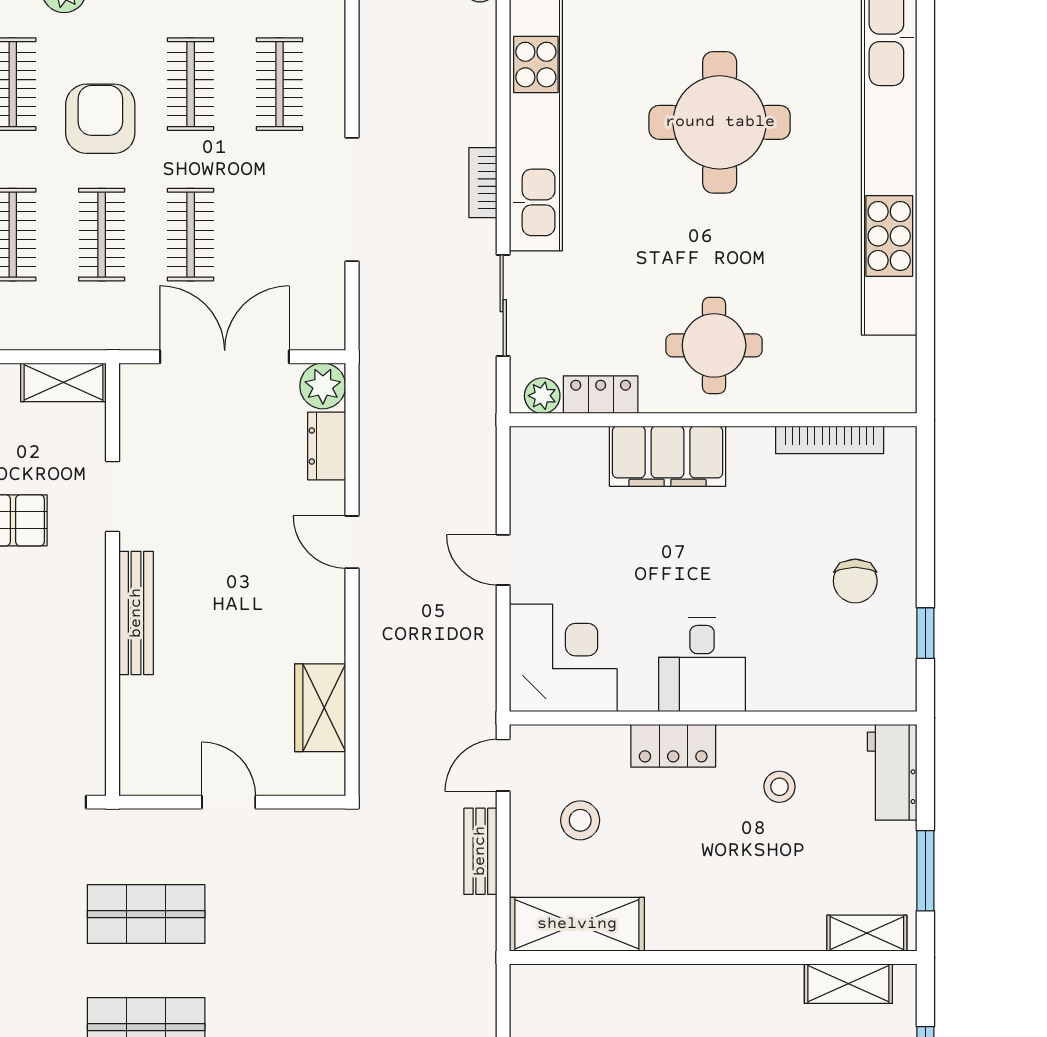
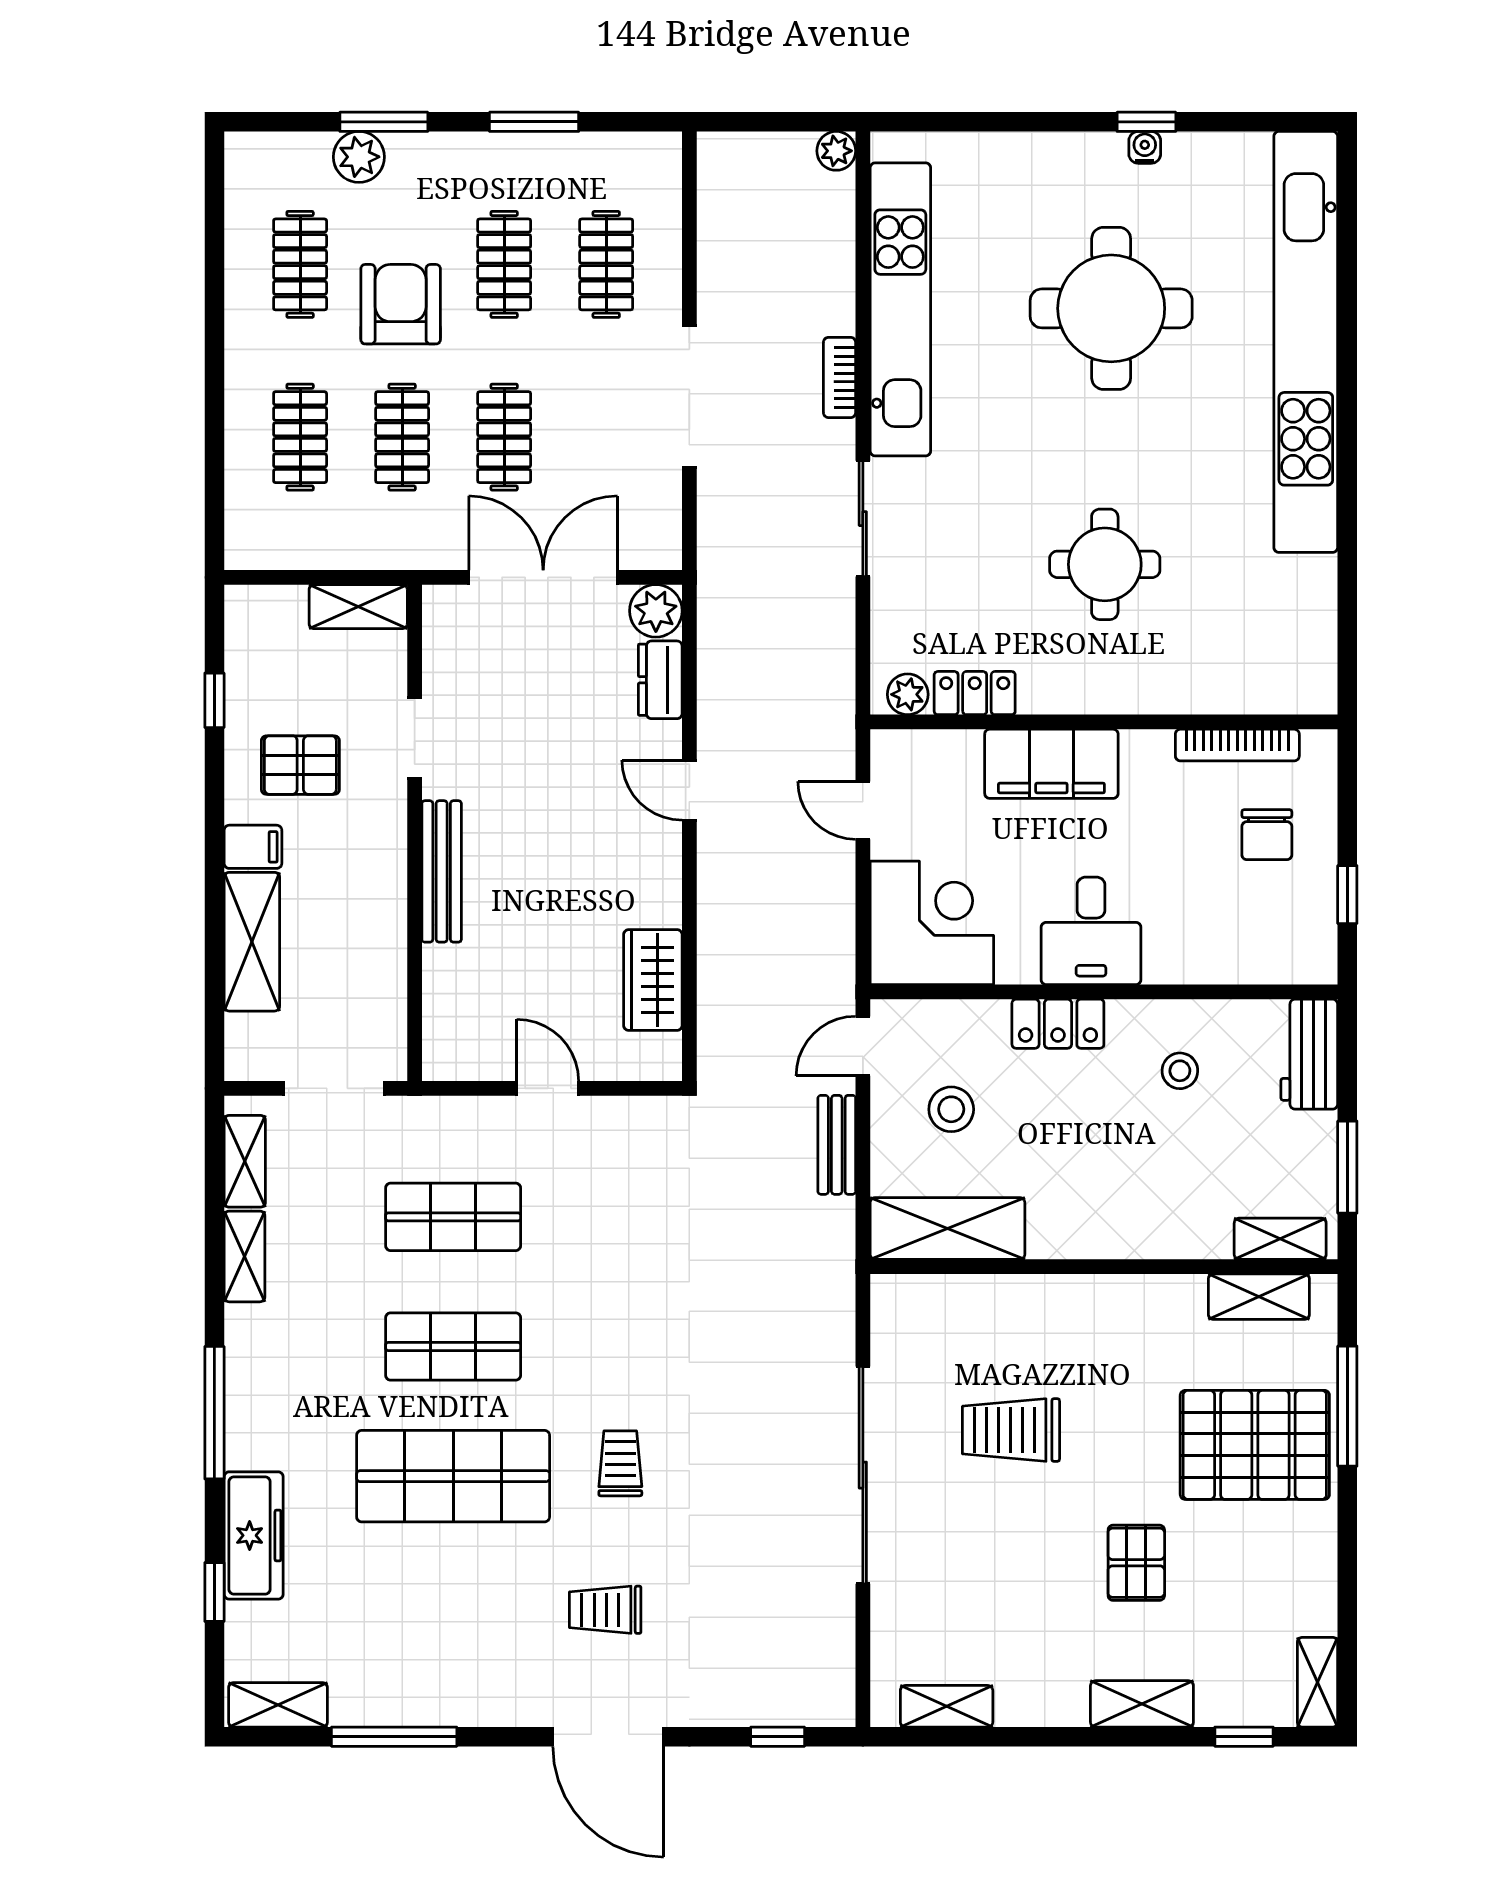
locker: (601, 395) -> (975, 693), moved
plant: (542, 396) -> (908, 694), moved
wall: (713, 420) -> (1104, 722), moved
bookcase: (830, 440) -> (1237, 745), moved
filing cabinet: (667, 456) -> (1051, 764), moved

